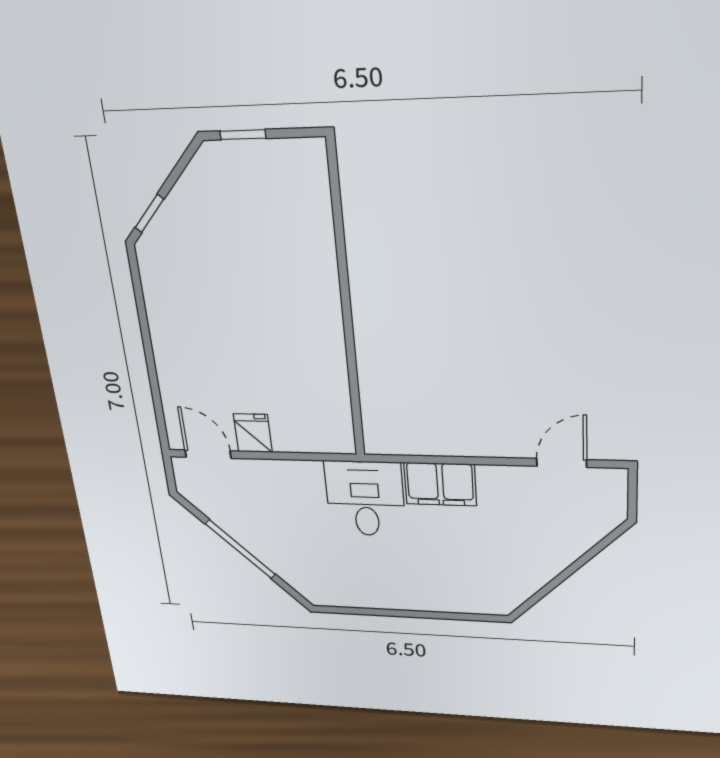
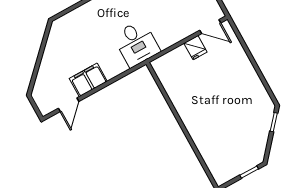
filing cabinet: (440, 484) -> (88, 80), moved

